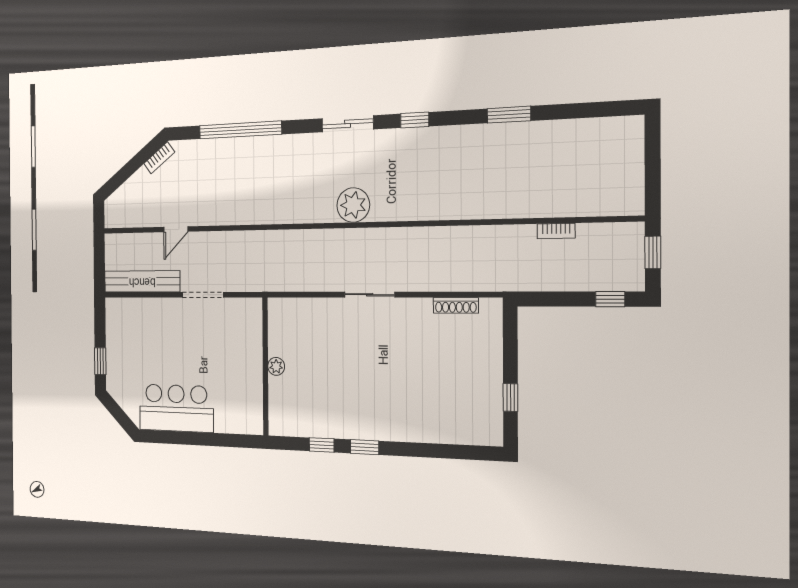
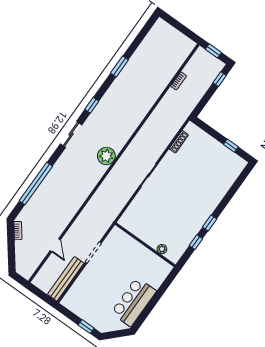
plant: (276, 366) -> (162, 249), moved

